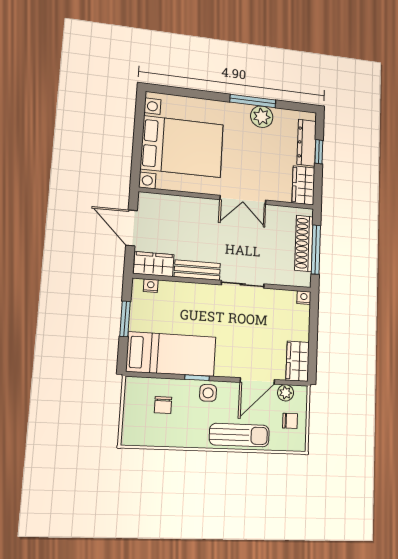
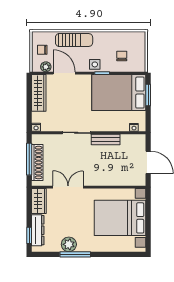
window: (319, 152) -> (29, 235), moved
double door: (243, 200) -> (68, 187), moved
wardrobe: (154, 264) -> (133, 141), removed
window: (125, 319) -> (148, 95), moved
bed: (171, 354) -> (119, 93), width x1.50
wardrobe: (298, 361) -> (39, 93), width x1.50
door: (257, 381) -> (64, 73), hinge flipped
sun lounger: (239, 435) -> (74, 40), turned 180

